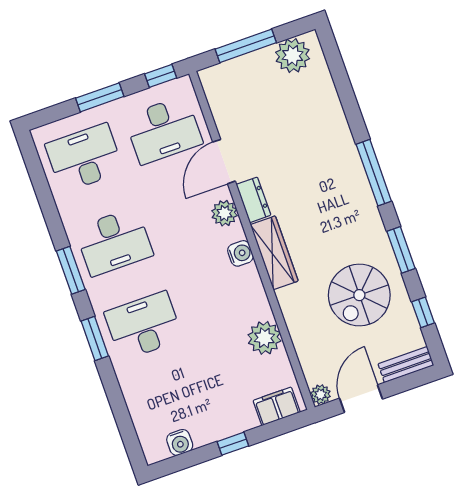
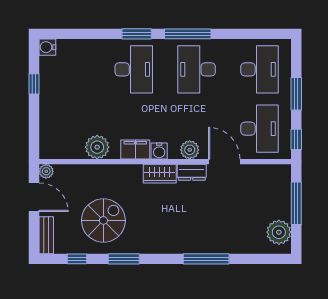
desk: (163, 130) -> (260, 129), turned 180
window: (374, 173) -> (206, 259), moved
wardrobe: (274, 253) -> (160, 174), width x0.67
window: (71, 270) -> (188, 34), width x1.44
spiral stairs: (359, 295) -> (103, 220), turned 90
filing cabinet: (277, 406) -> (135, 149), moved, turned -90
water cooler: (180, 442) -> (47, 47), moved
window: (233, 444) -> (34, 84), moved

